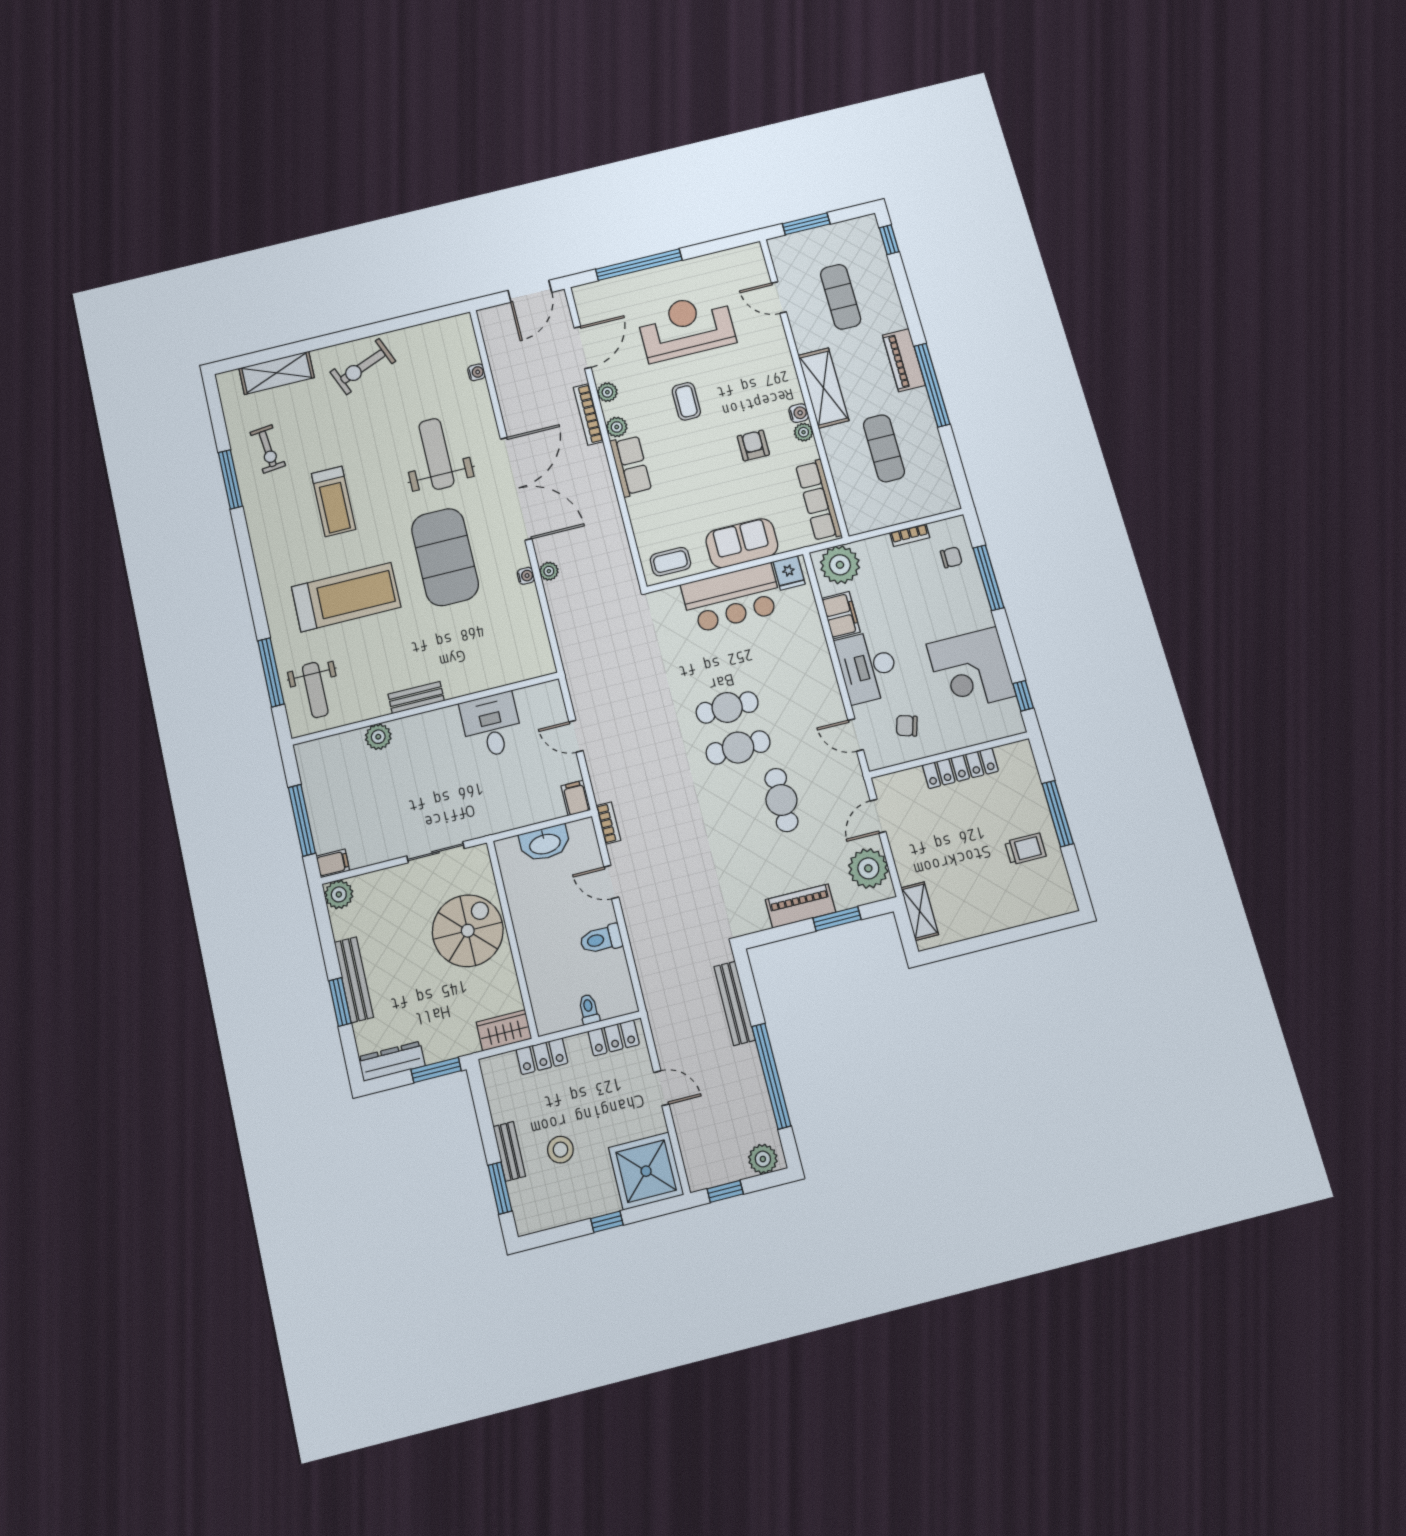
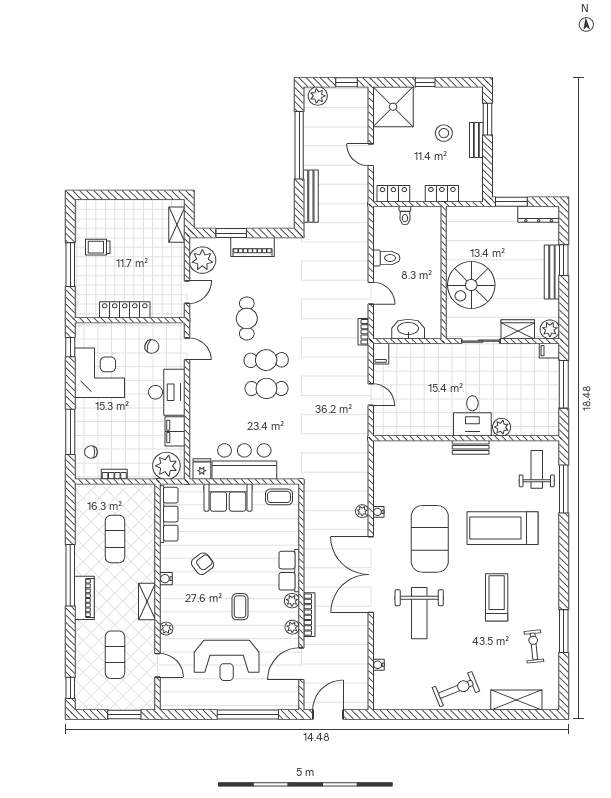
shelving: (823, 388) -> (147, 601), width x0.67, depth x0.75
plant: (804, 432) -> (166, 629), moved
armchair: (753, 445) -> (203, 564), turned -127
desk: (492, 725) -> (472, 416), moved
wardrobe: (504, 1030) -> (518, 329), moved, turned 180

